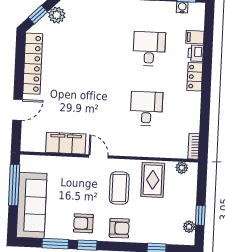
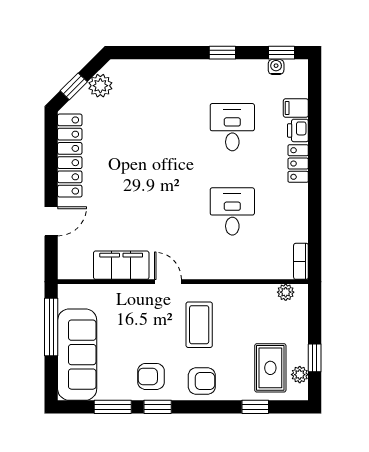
rug: (153, 180) -> (270, 368), moved

